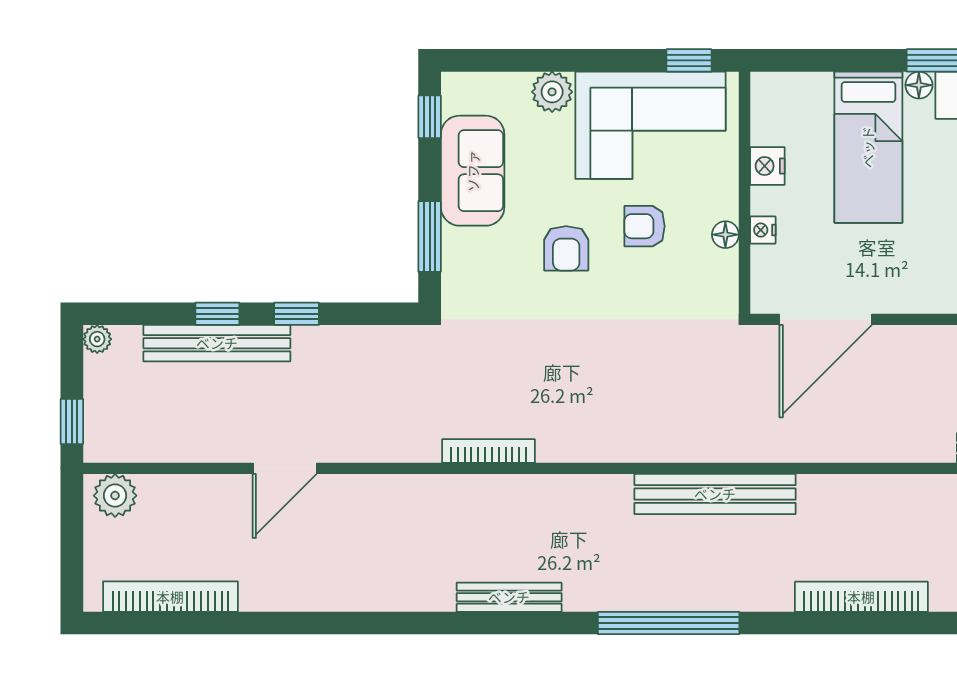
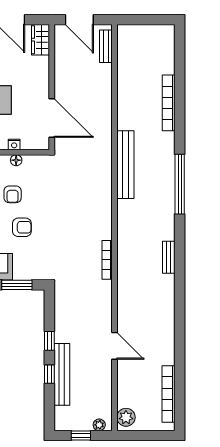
plant: (97, 339) -> (99, 425), moved
window: (72, 421) -> (81, 435), moved
bench: (509, 597) -> (169, 257), width x0.73

